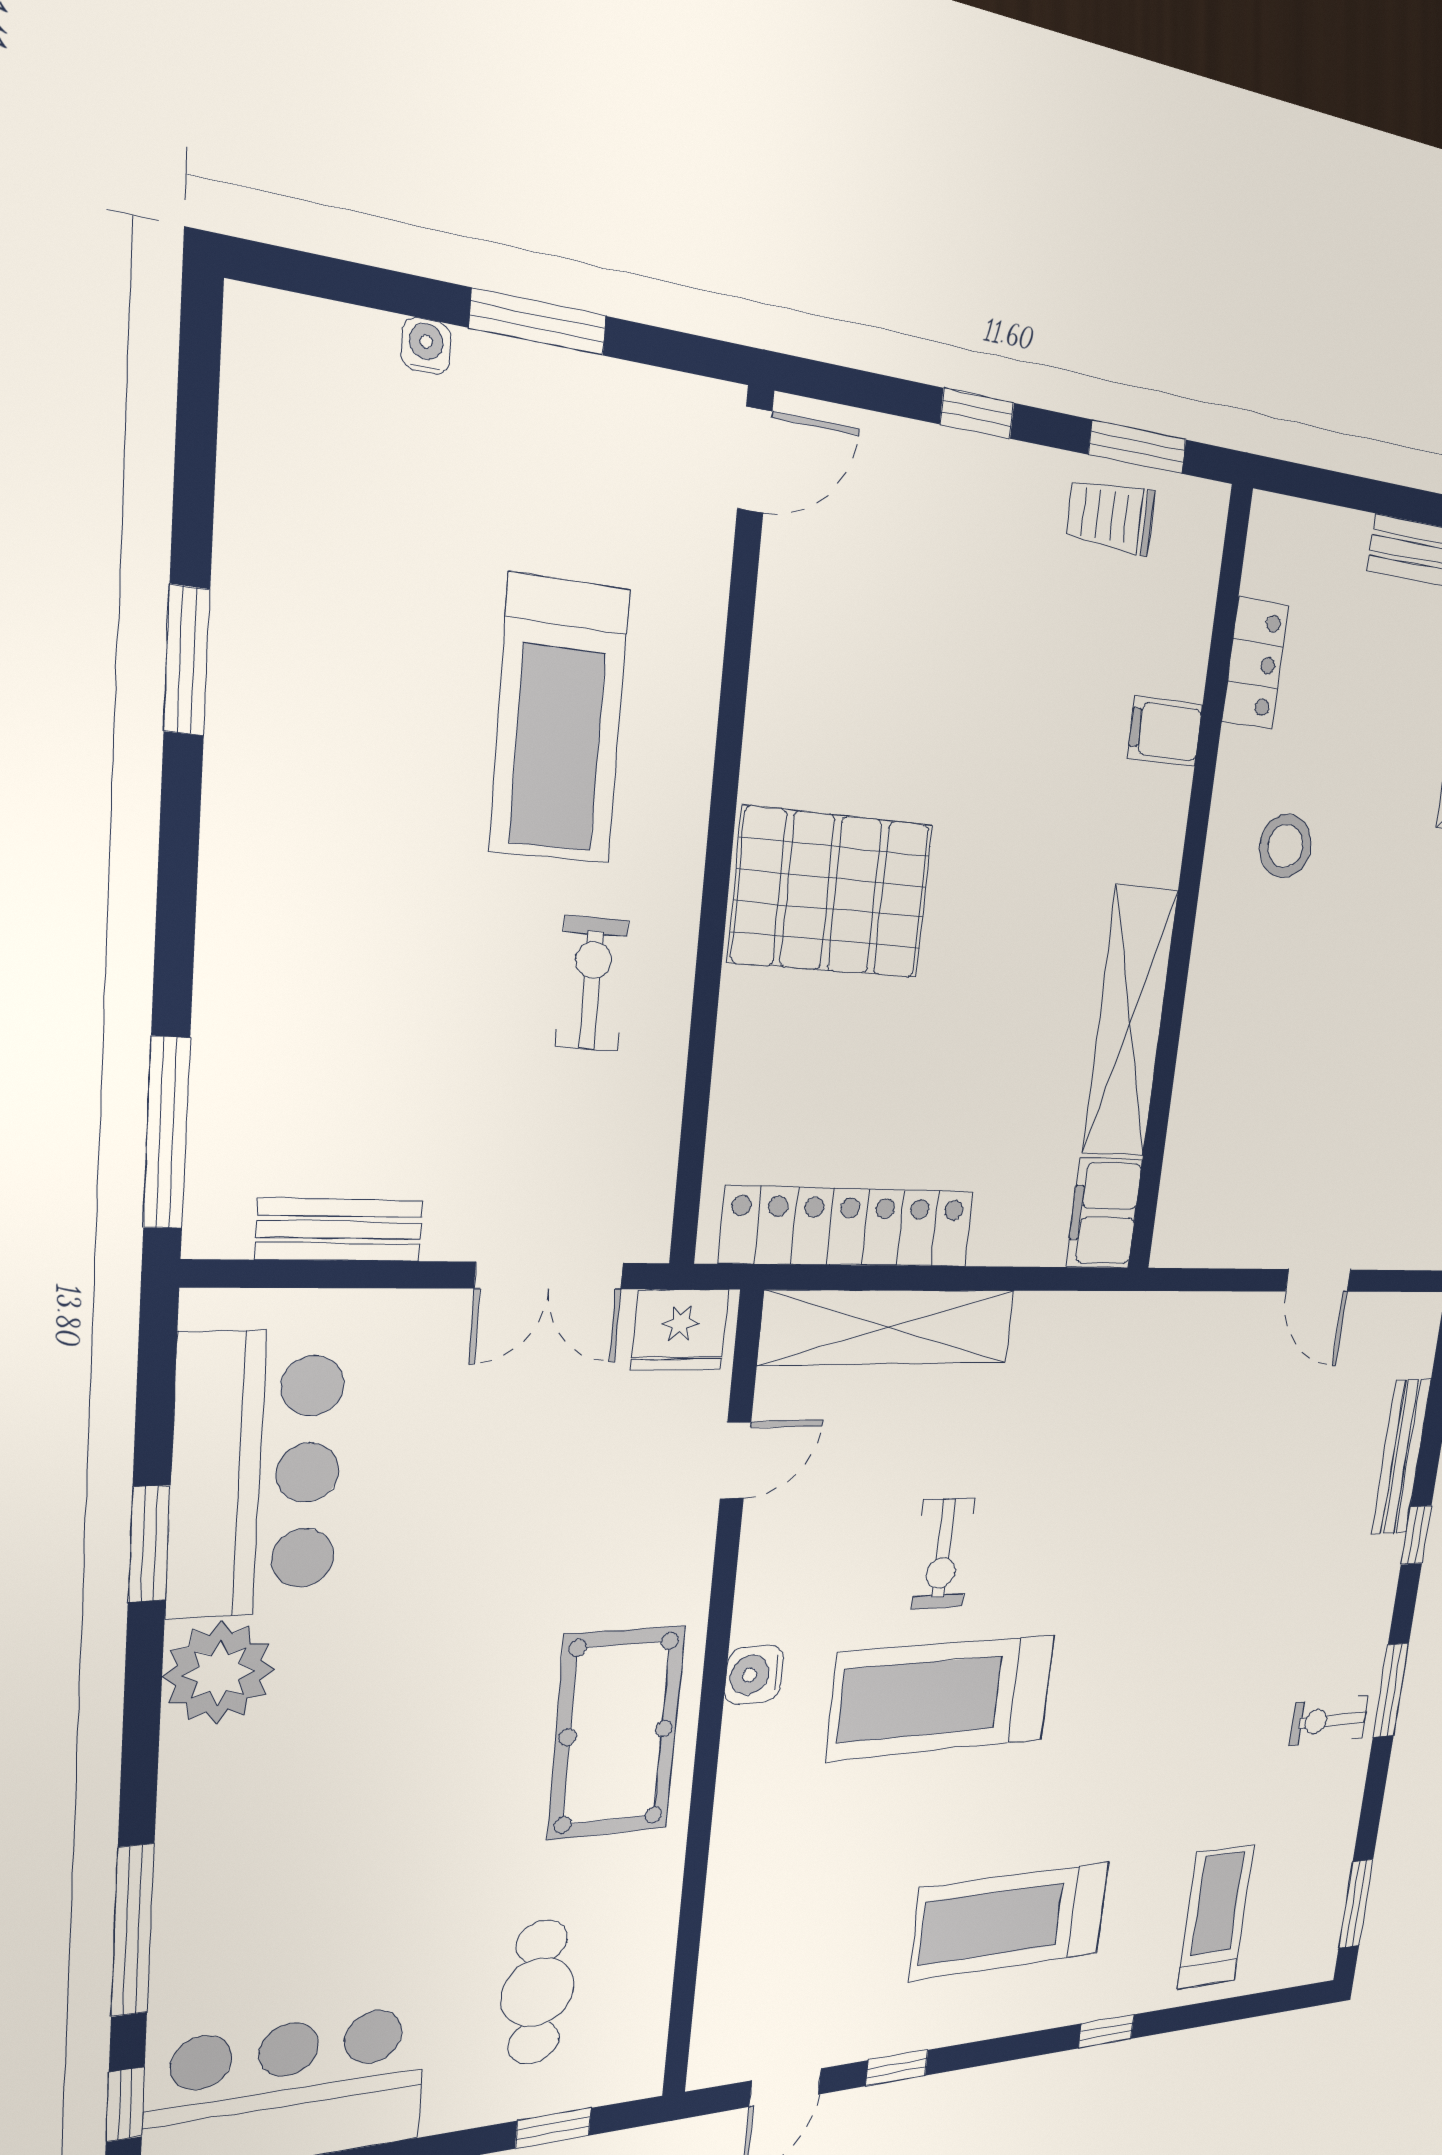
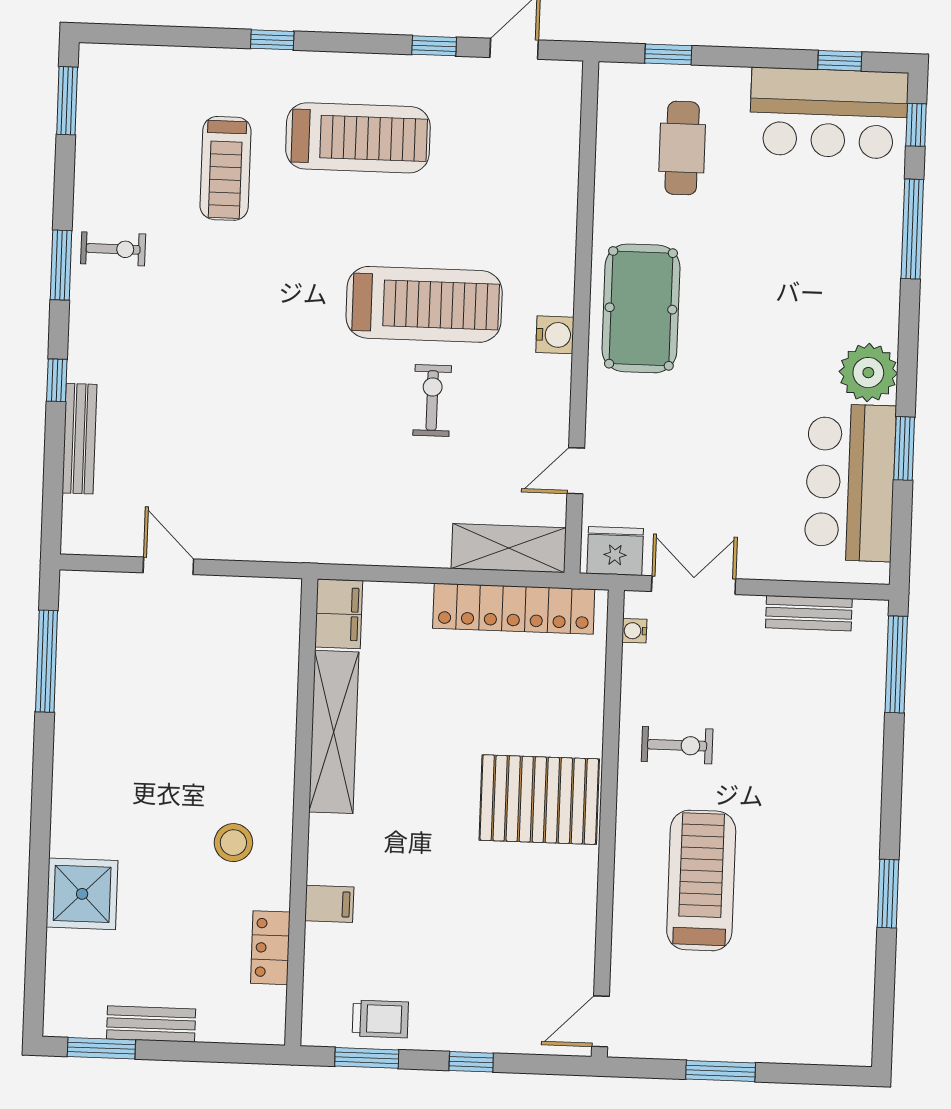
water cooler: (426, 346) -> (634, 631), moved, turned 90
exercise bike: (592, 984) -> (677, 745), turned -90
shelving: (888, 1327) -> (509, 548), width x0.68
treadmill: (1216, 1917) -> (226, 168), moved

